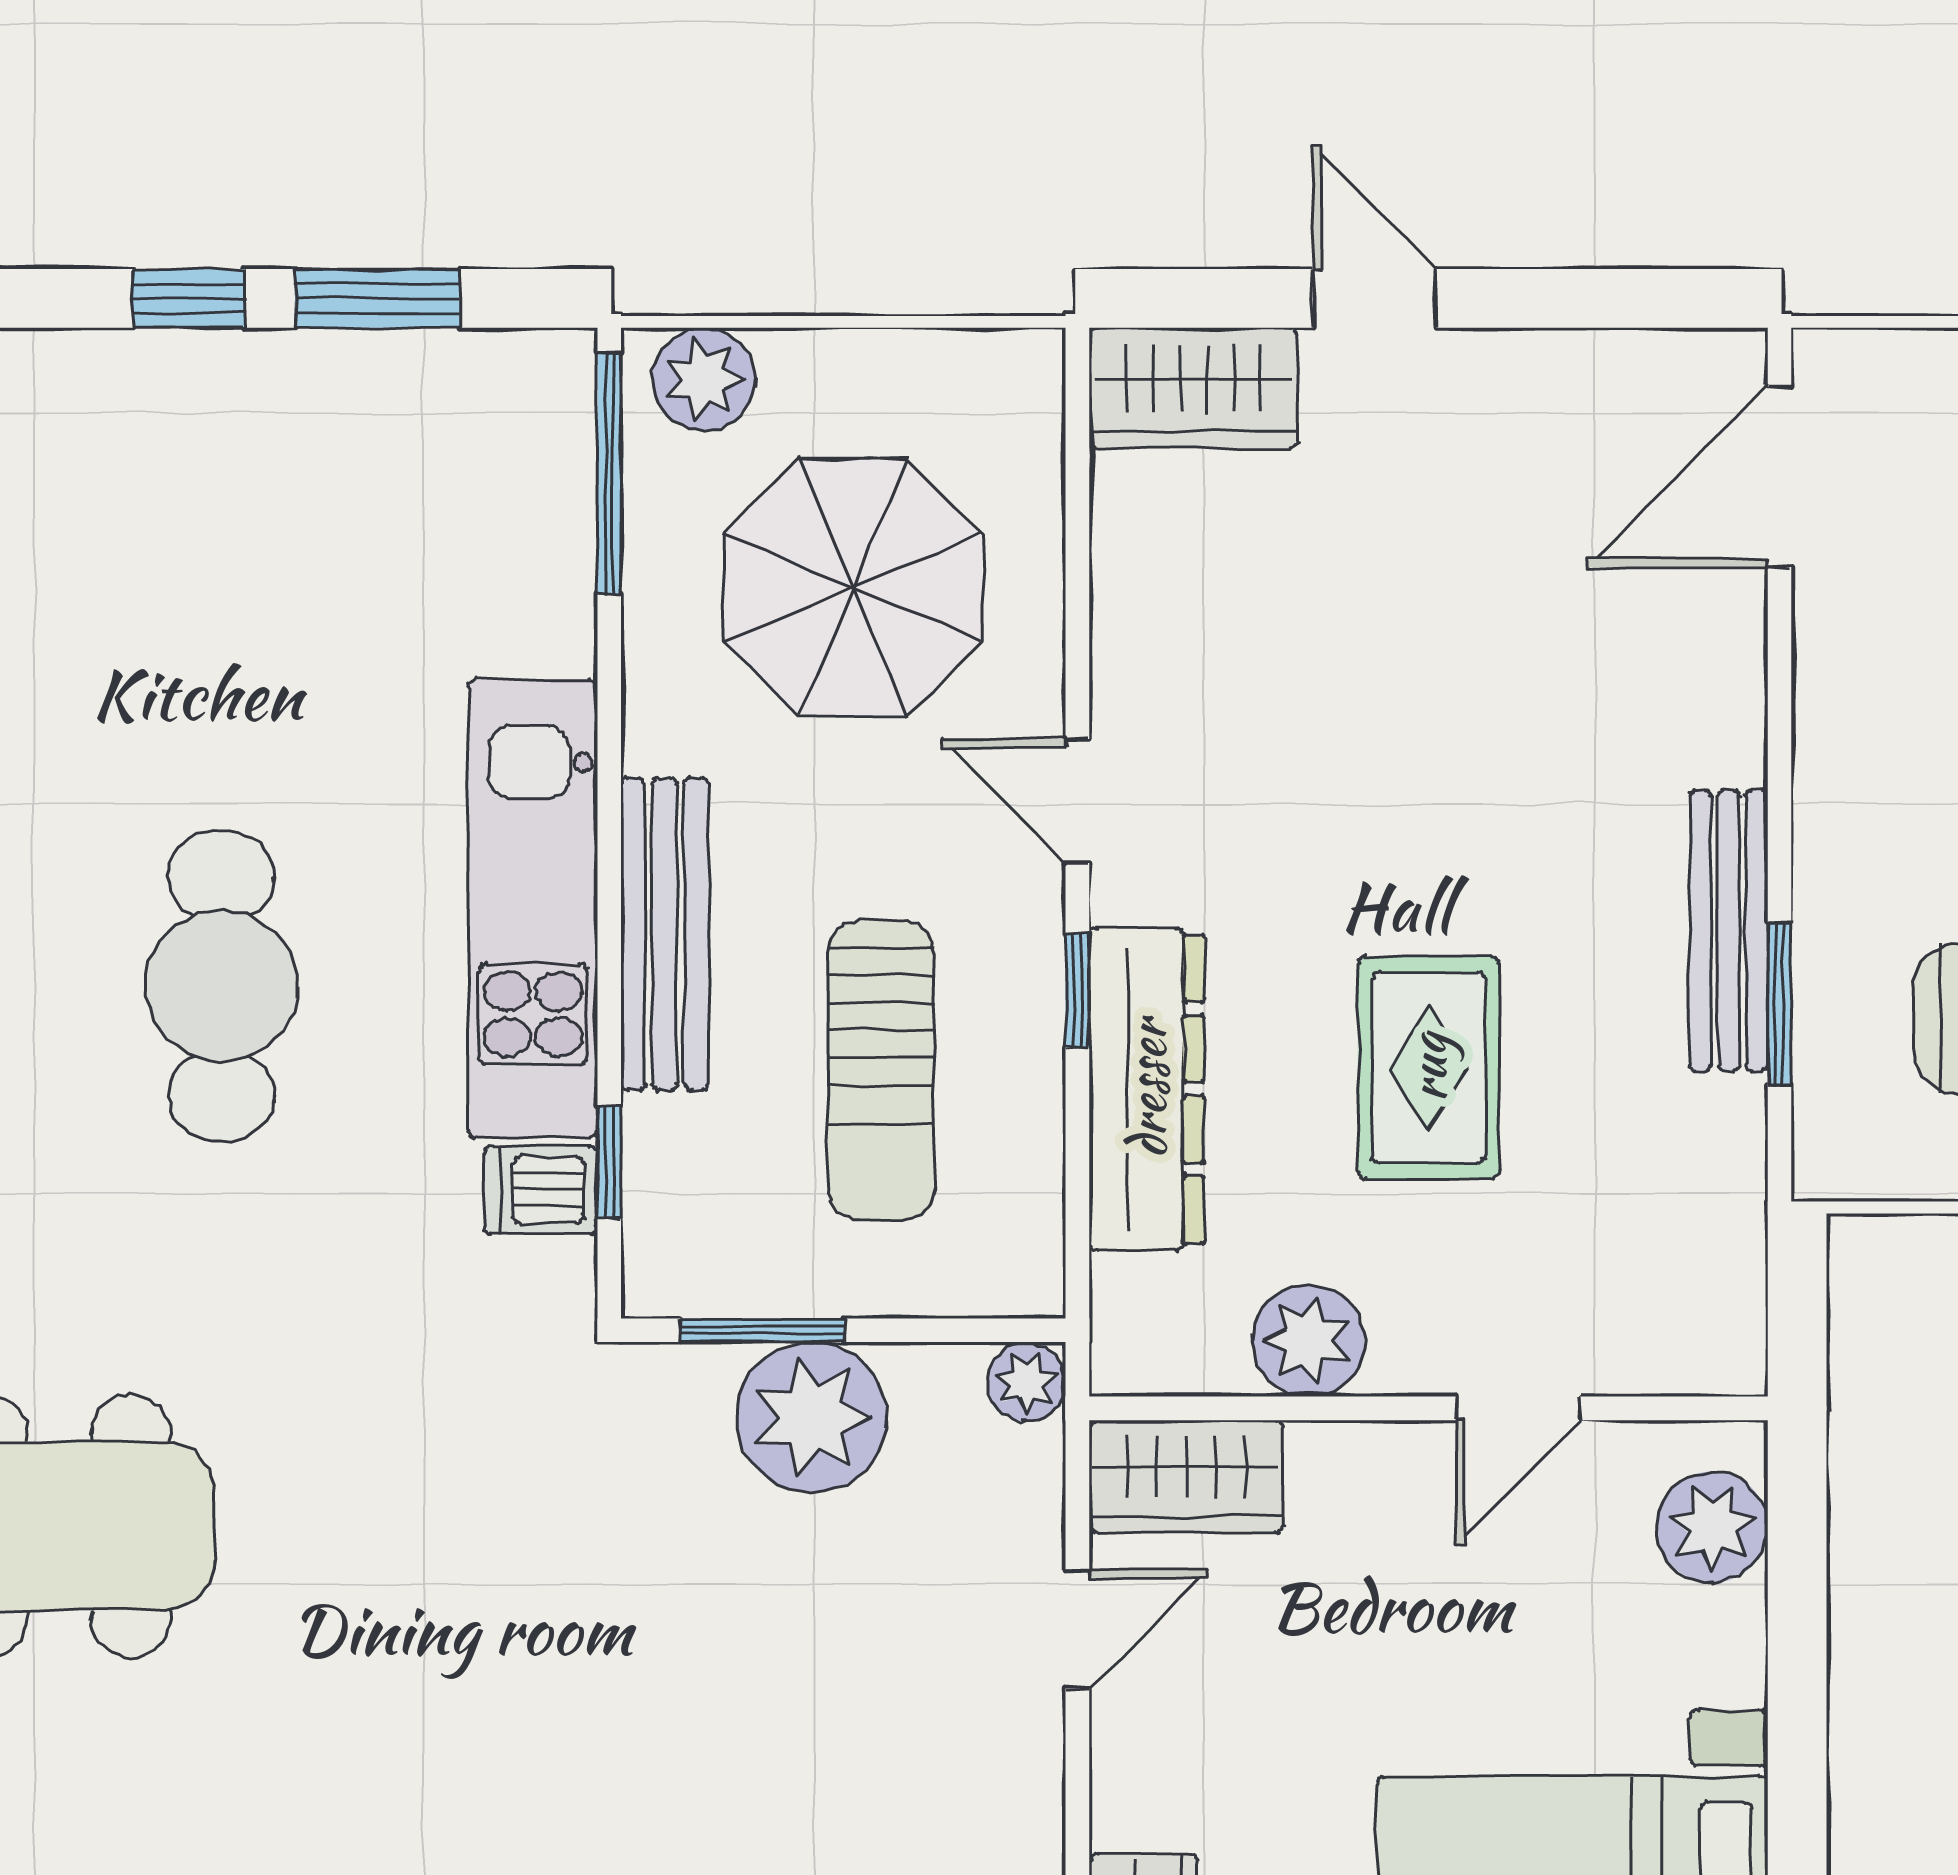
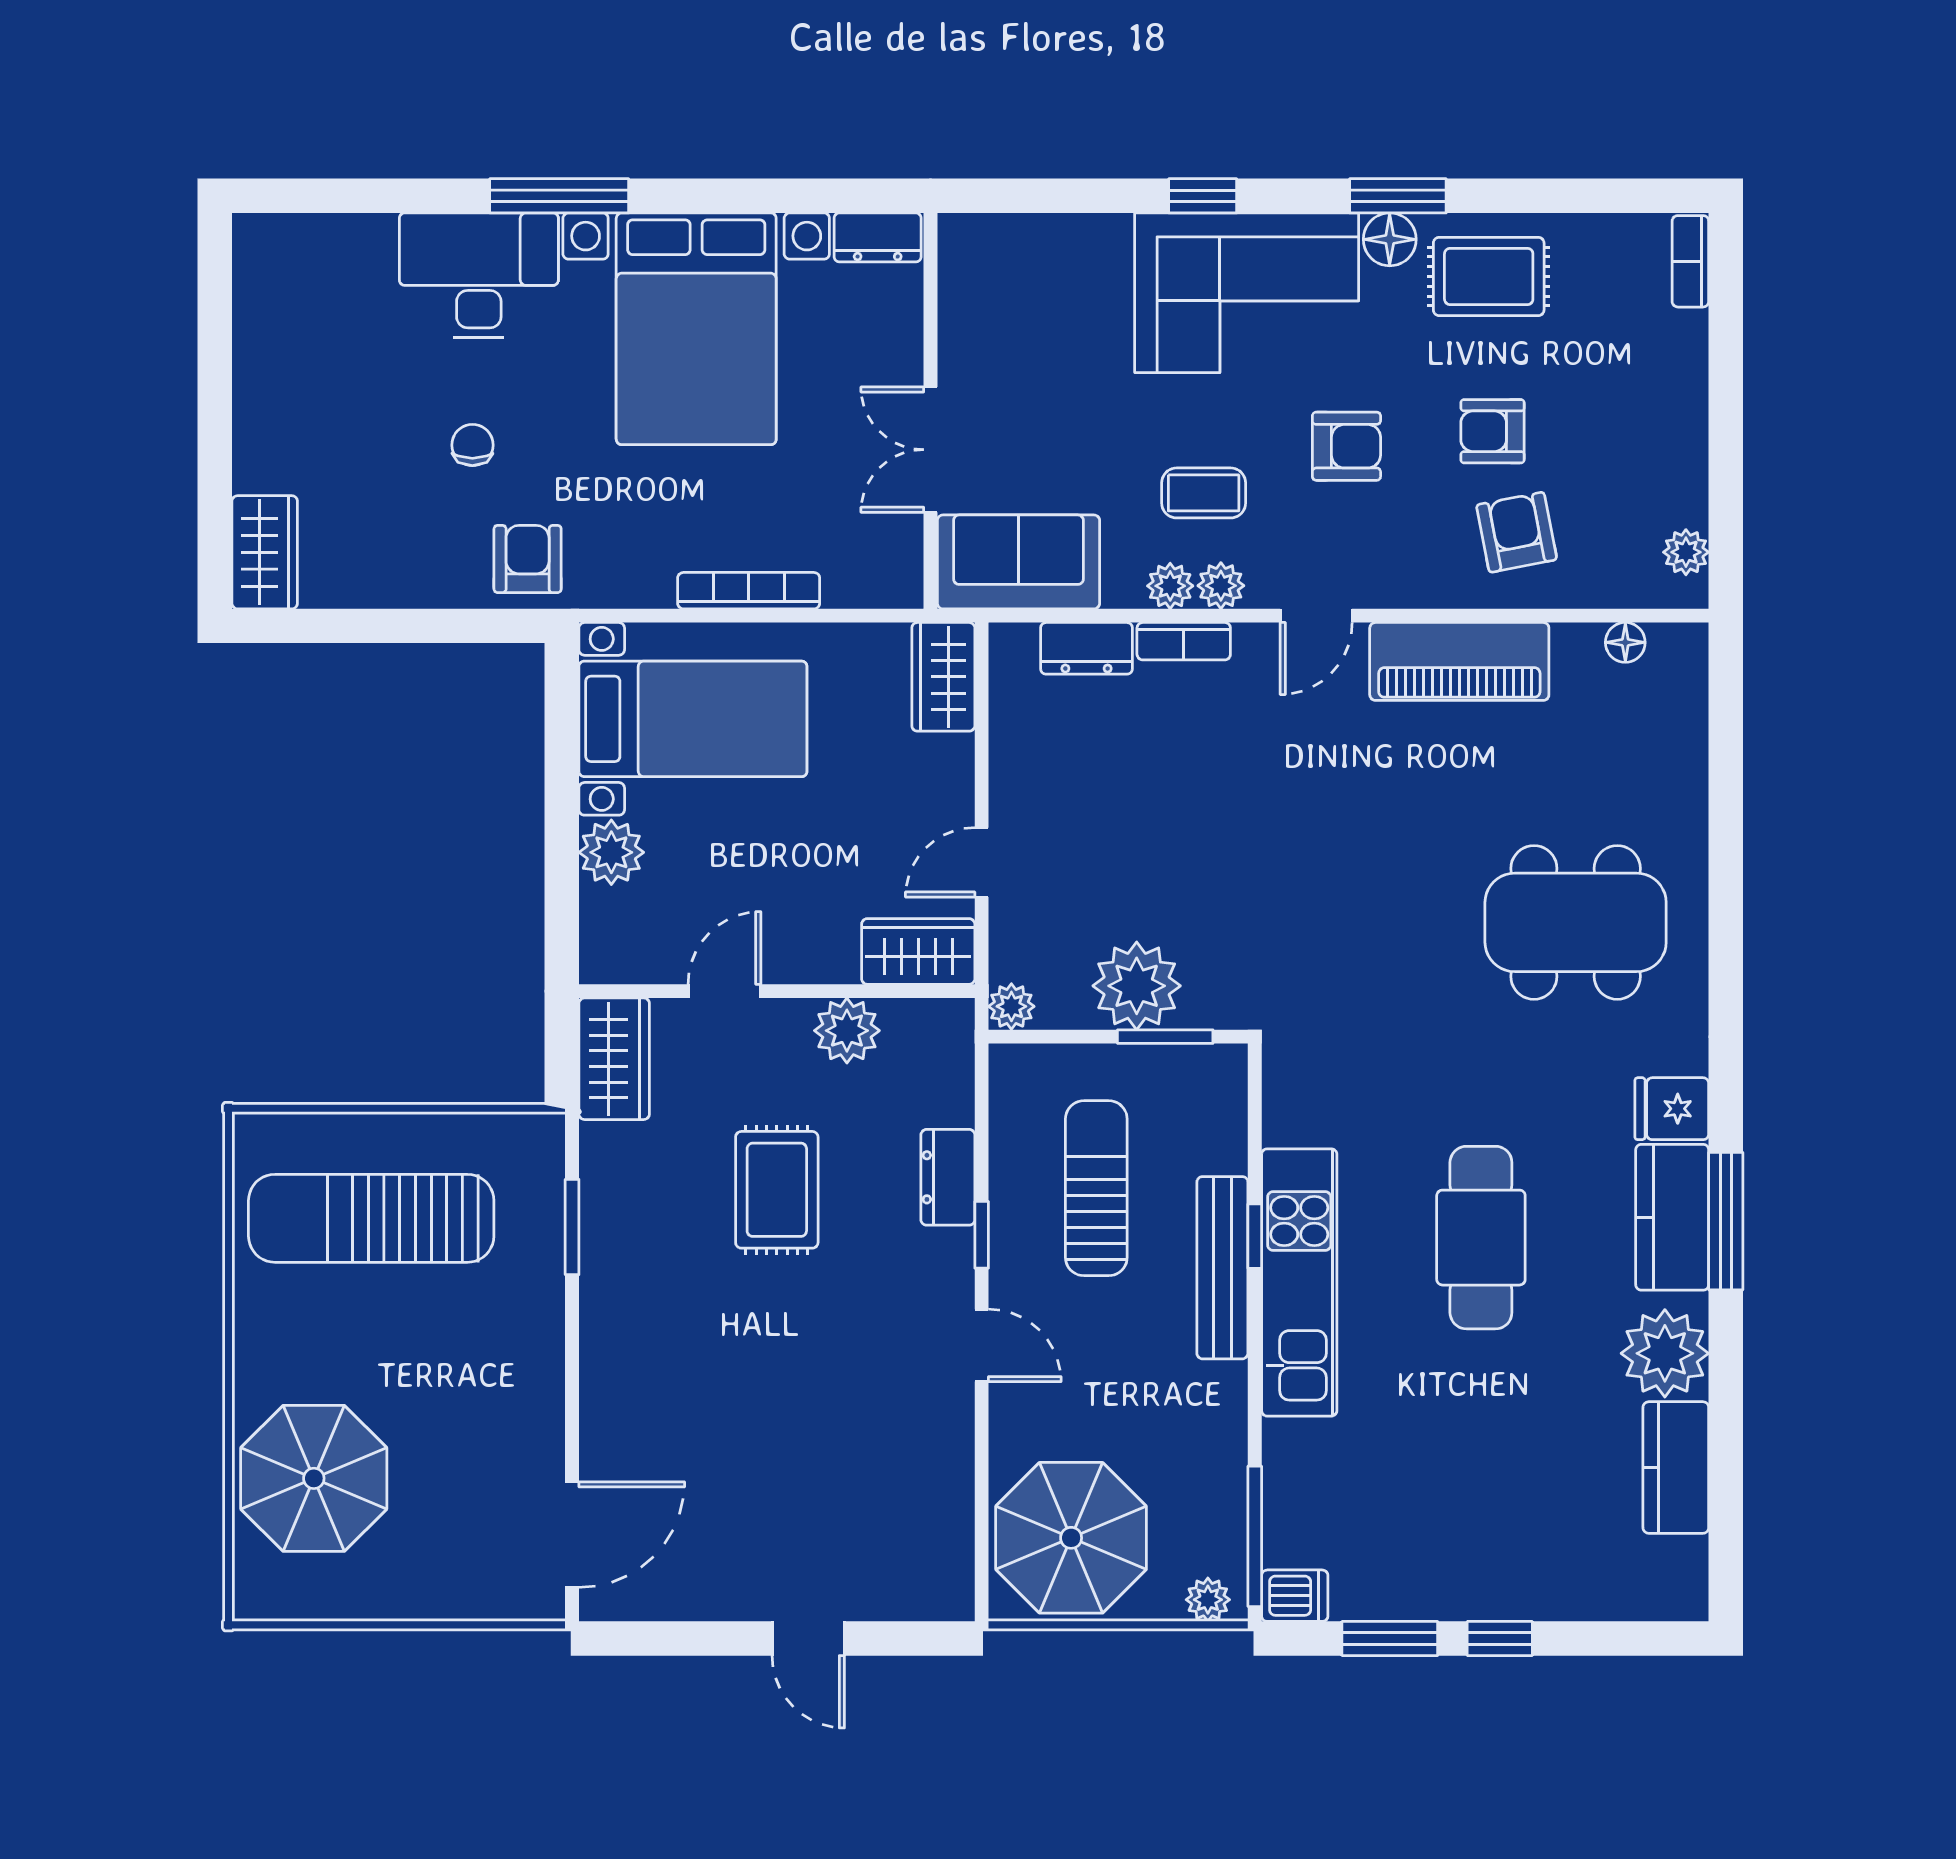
plant: (704, 379) -> (1208, 1600), width x0.73, depth x0.73
wardrobe: (1193, 388) -> (614, 1059), moved, turned 90
parasol: (853, 587) -> (1071, 1538), moved
bench: (1729, 931) -> (602, 1270), removed
dresser: (1147, 1089) -> (948, 1177), width x0.51, depth x0.80
window: (609, 1162) -> (1255, 1236), moved
dishwasher: (541, 1190) -> (1295, 1596), moved
plant: (1712, 1527) -> (611, 852), moved

